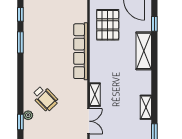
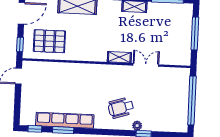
row of seats: (81, 51) -> (65, 120), moved, turned 180
wheelchair: (45, 98) -> (121, 108), turned -153

